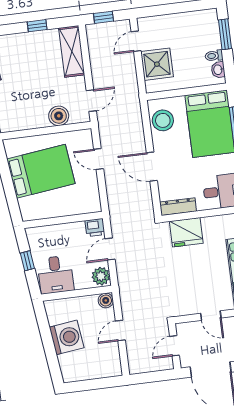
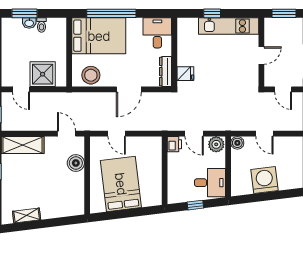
washbasin: (218, 70) -> (29, 23), moved
door: (99, 159) -> (117, 134), hinge flipped
fridge: (186, 232) -> (185, 74), width x0.53, depth x0.75

